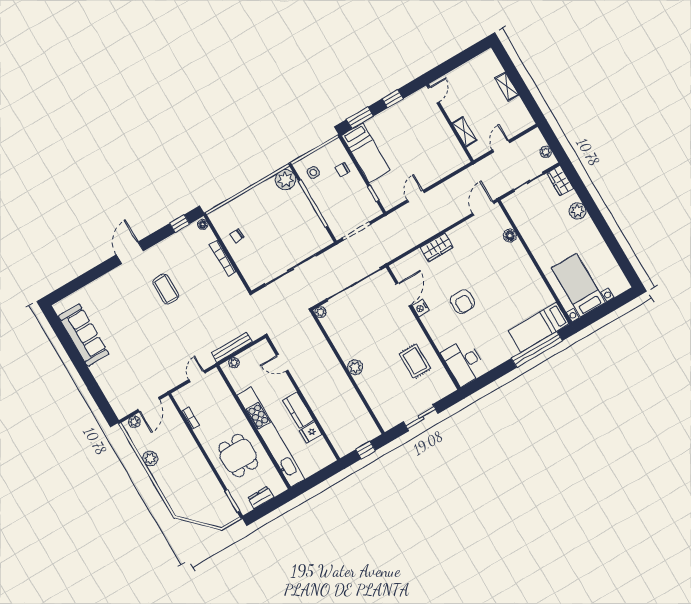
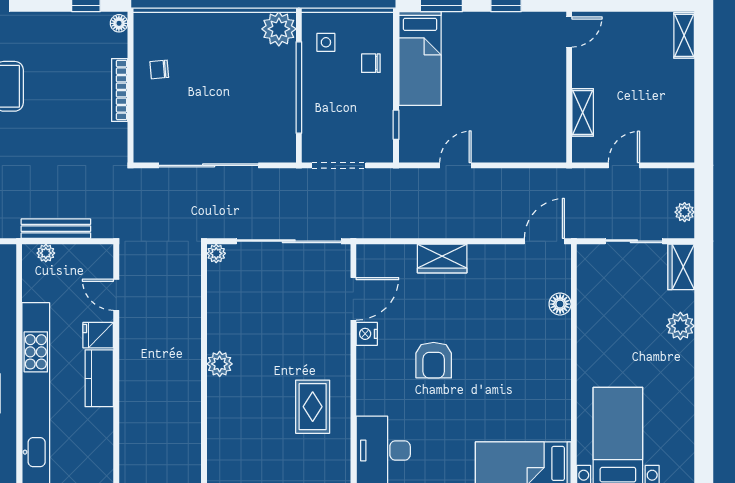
shelving: (507, 86) -> (684, 35), moved
fridge: (311, 432) -> (98, 335), moved

